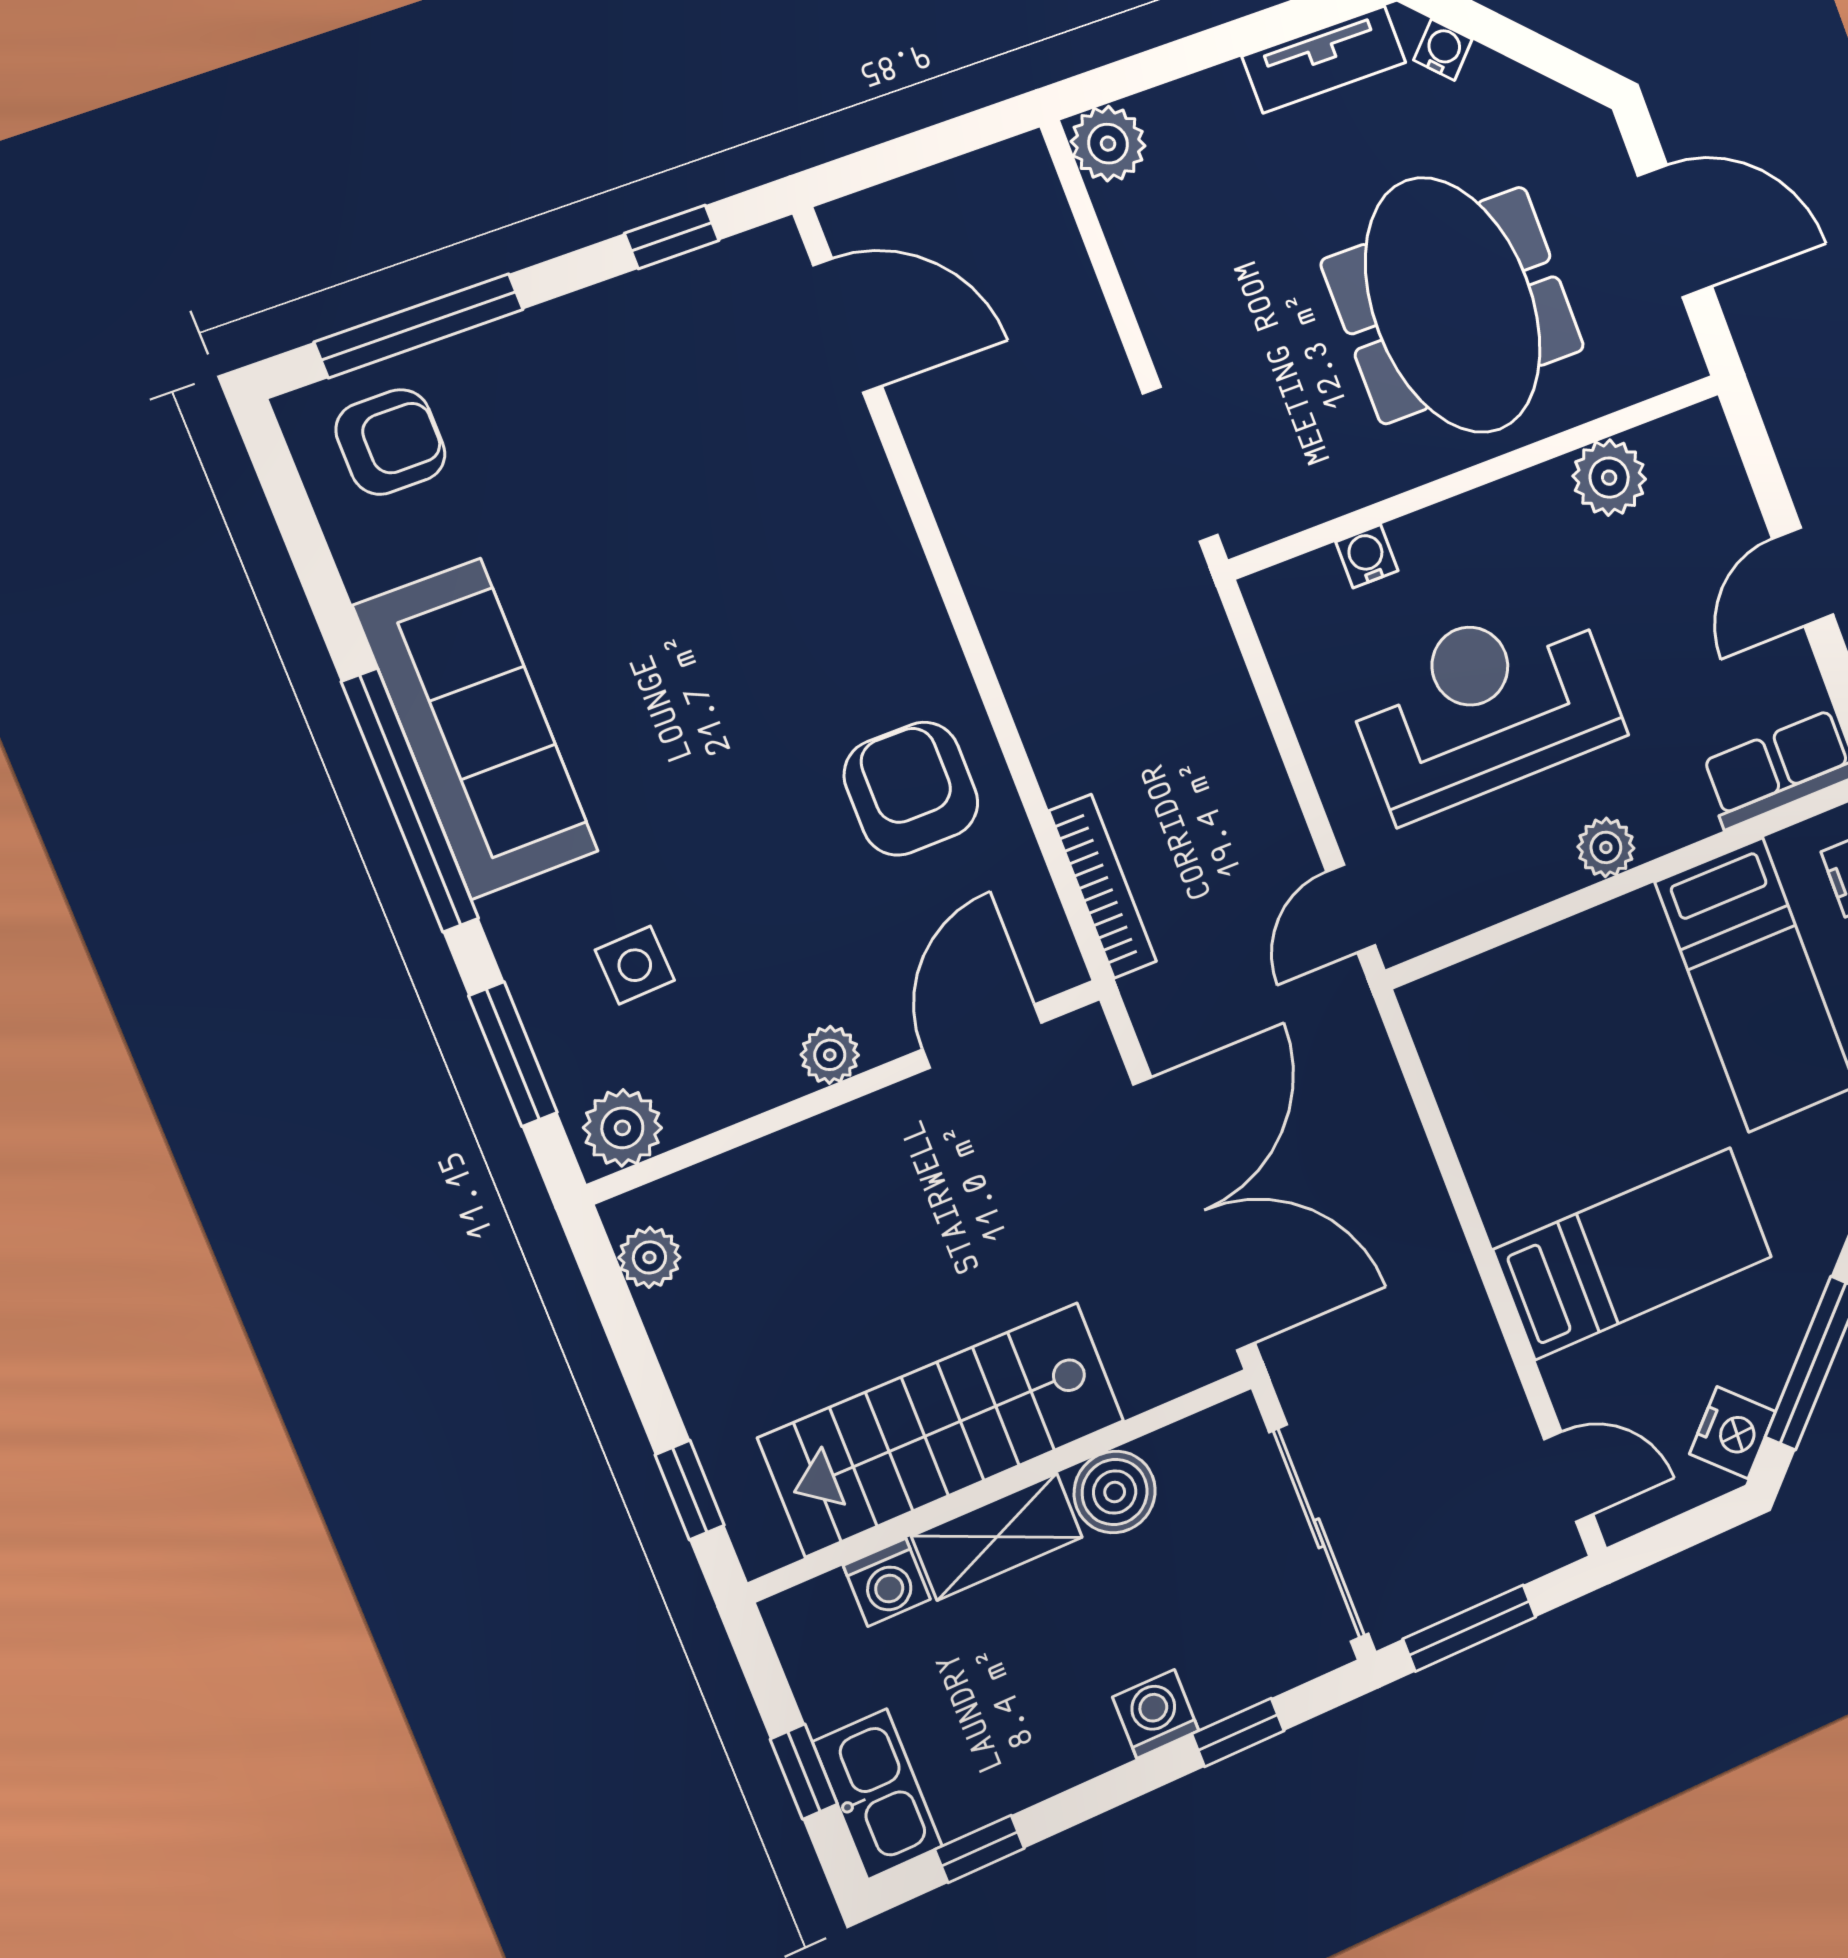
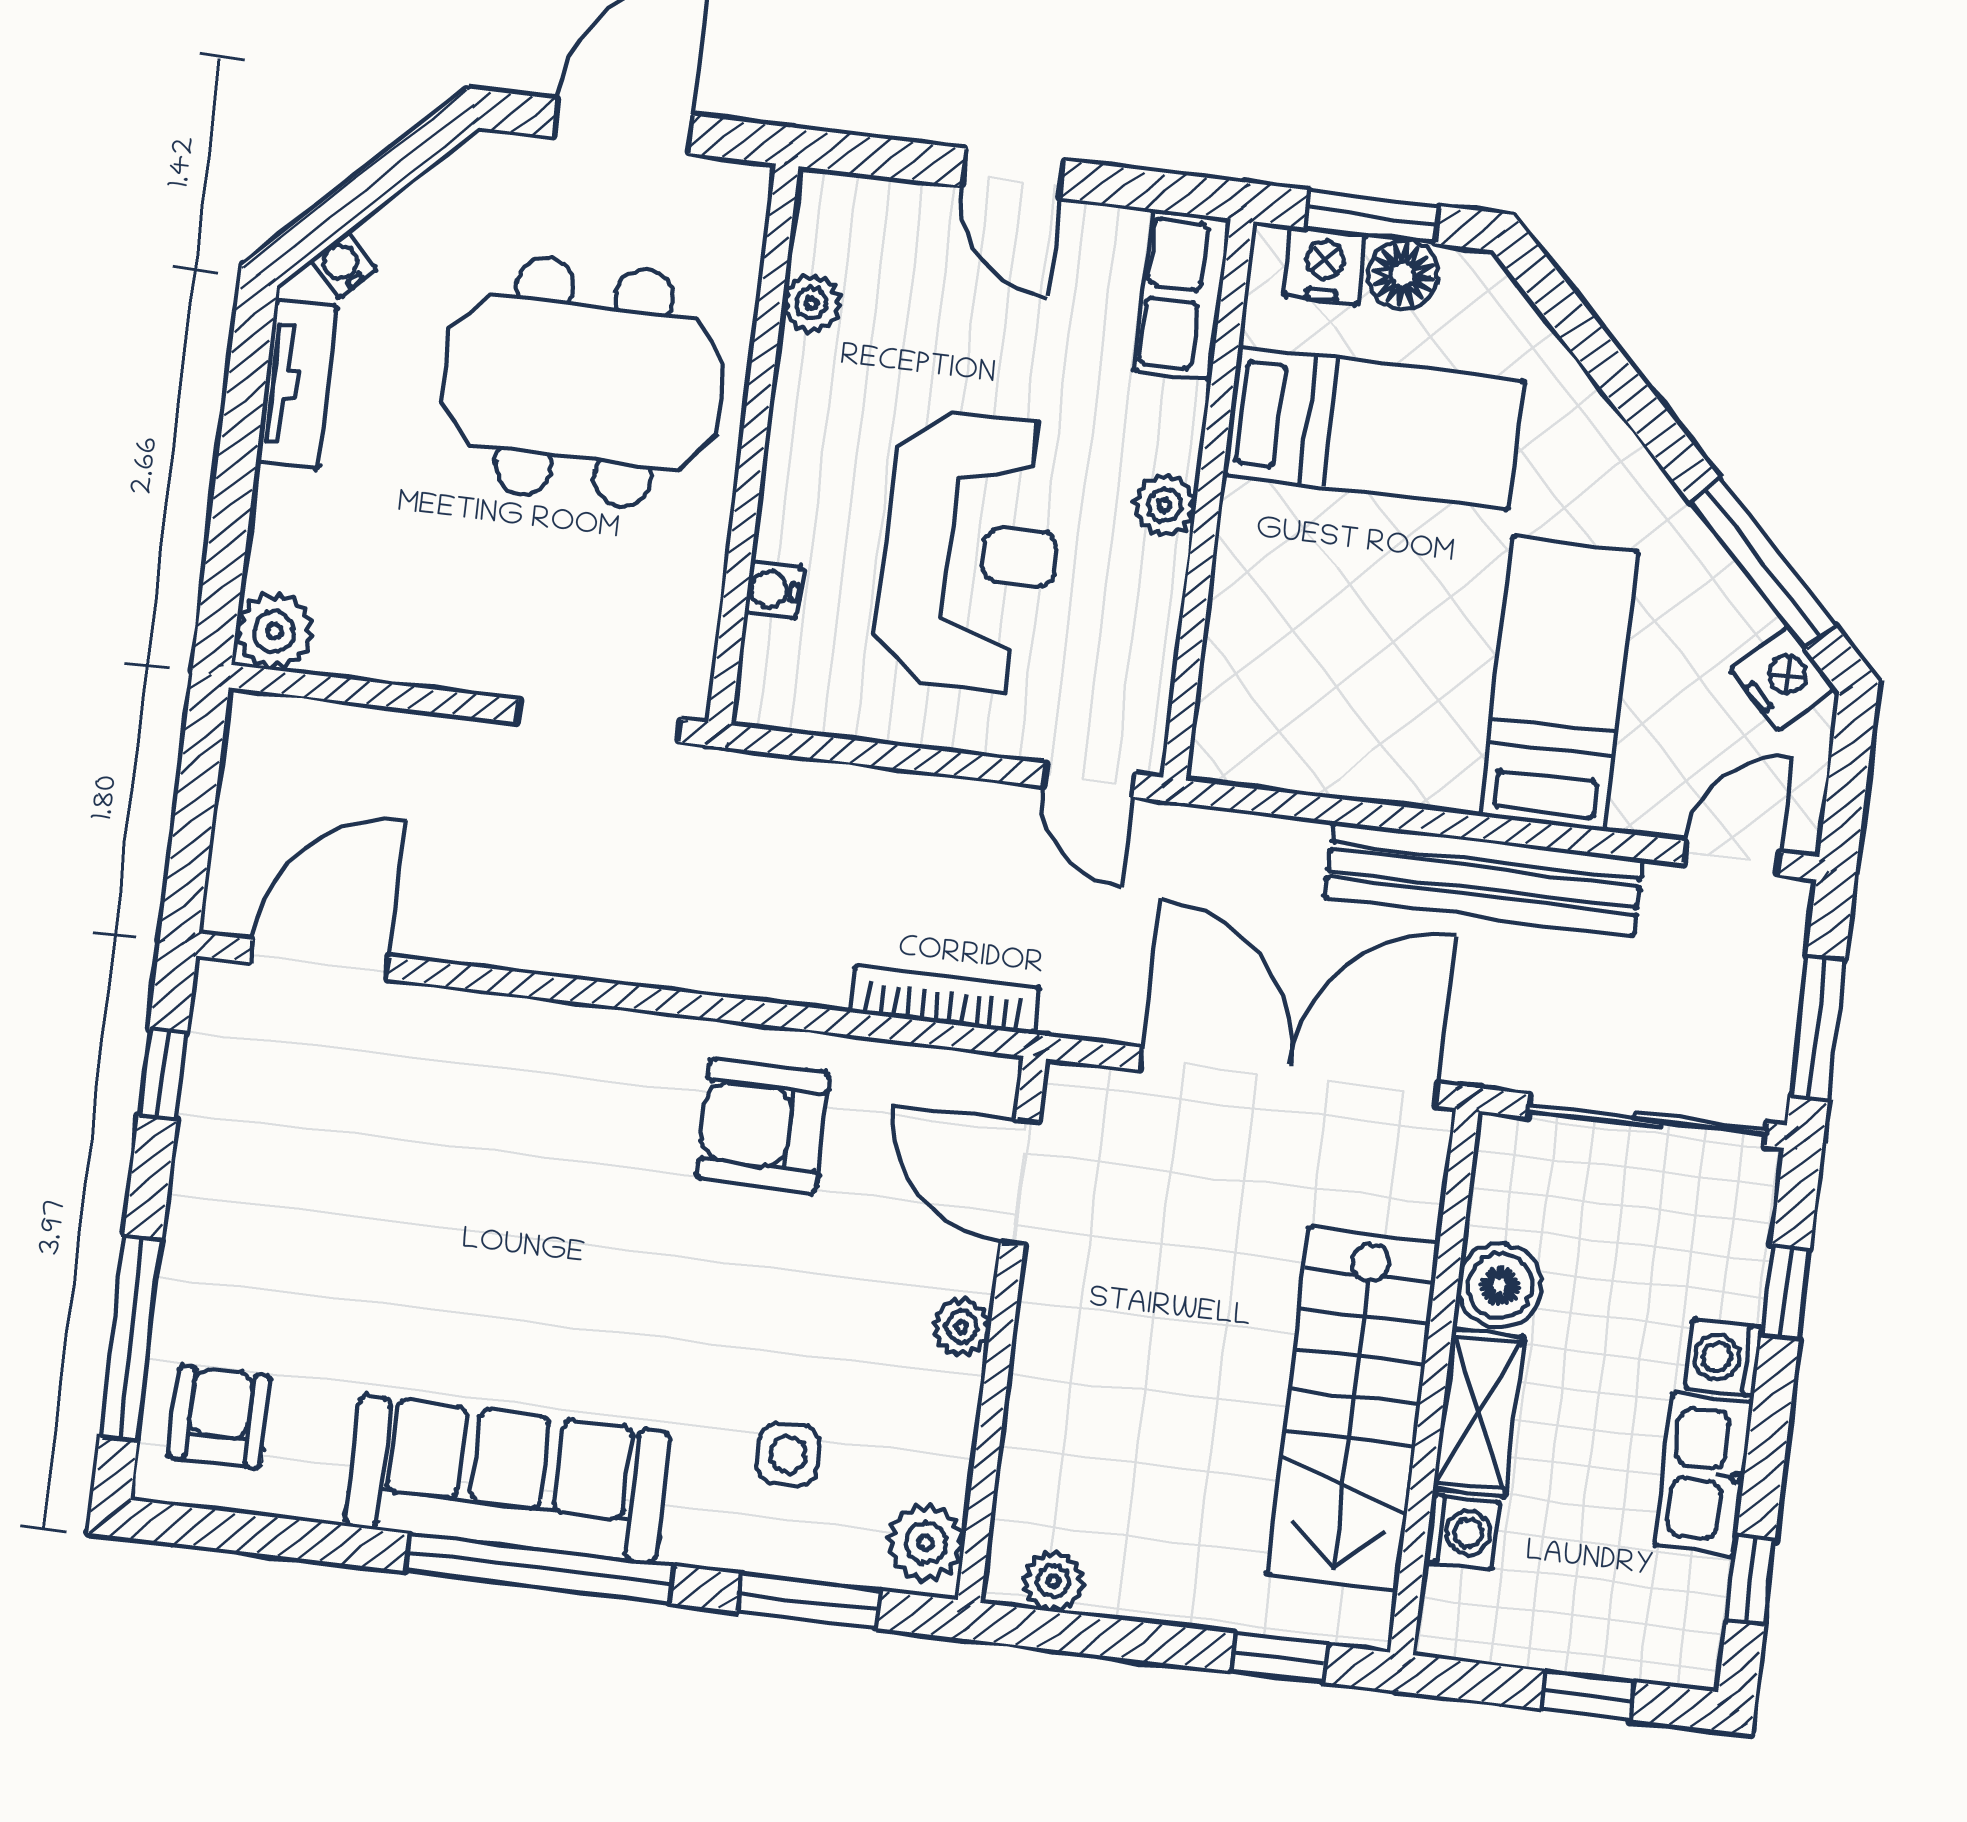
plant: (1609, 478) -> (811, 303), width x0.73, depth x0.73
reception desk: (1485, 706) -> (970, 551), turned 180
bench: (1444, 1283) -> (1484, 878), added
kitchen sink: (877, 1794) -> (1704, 1474), moved, turned -90

